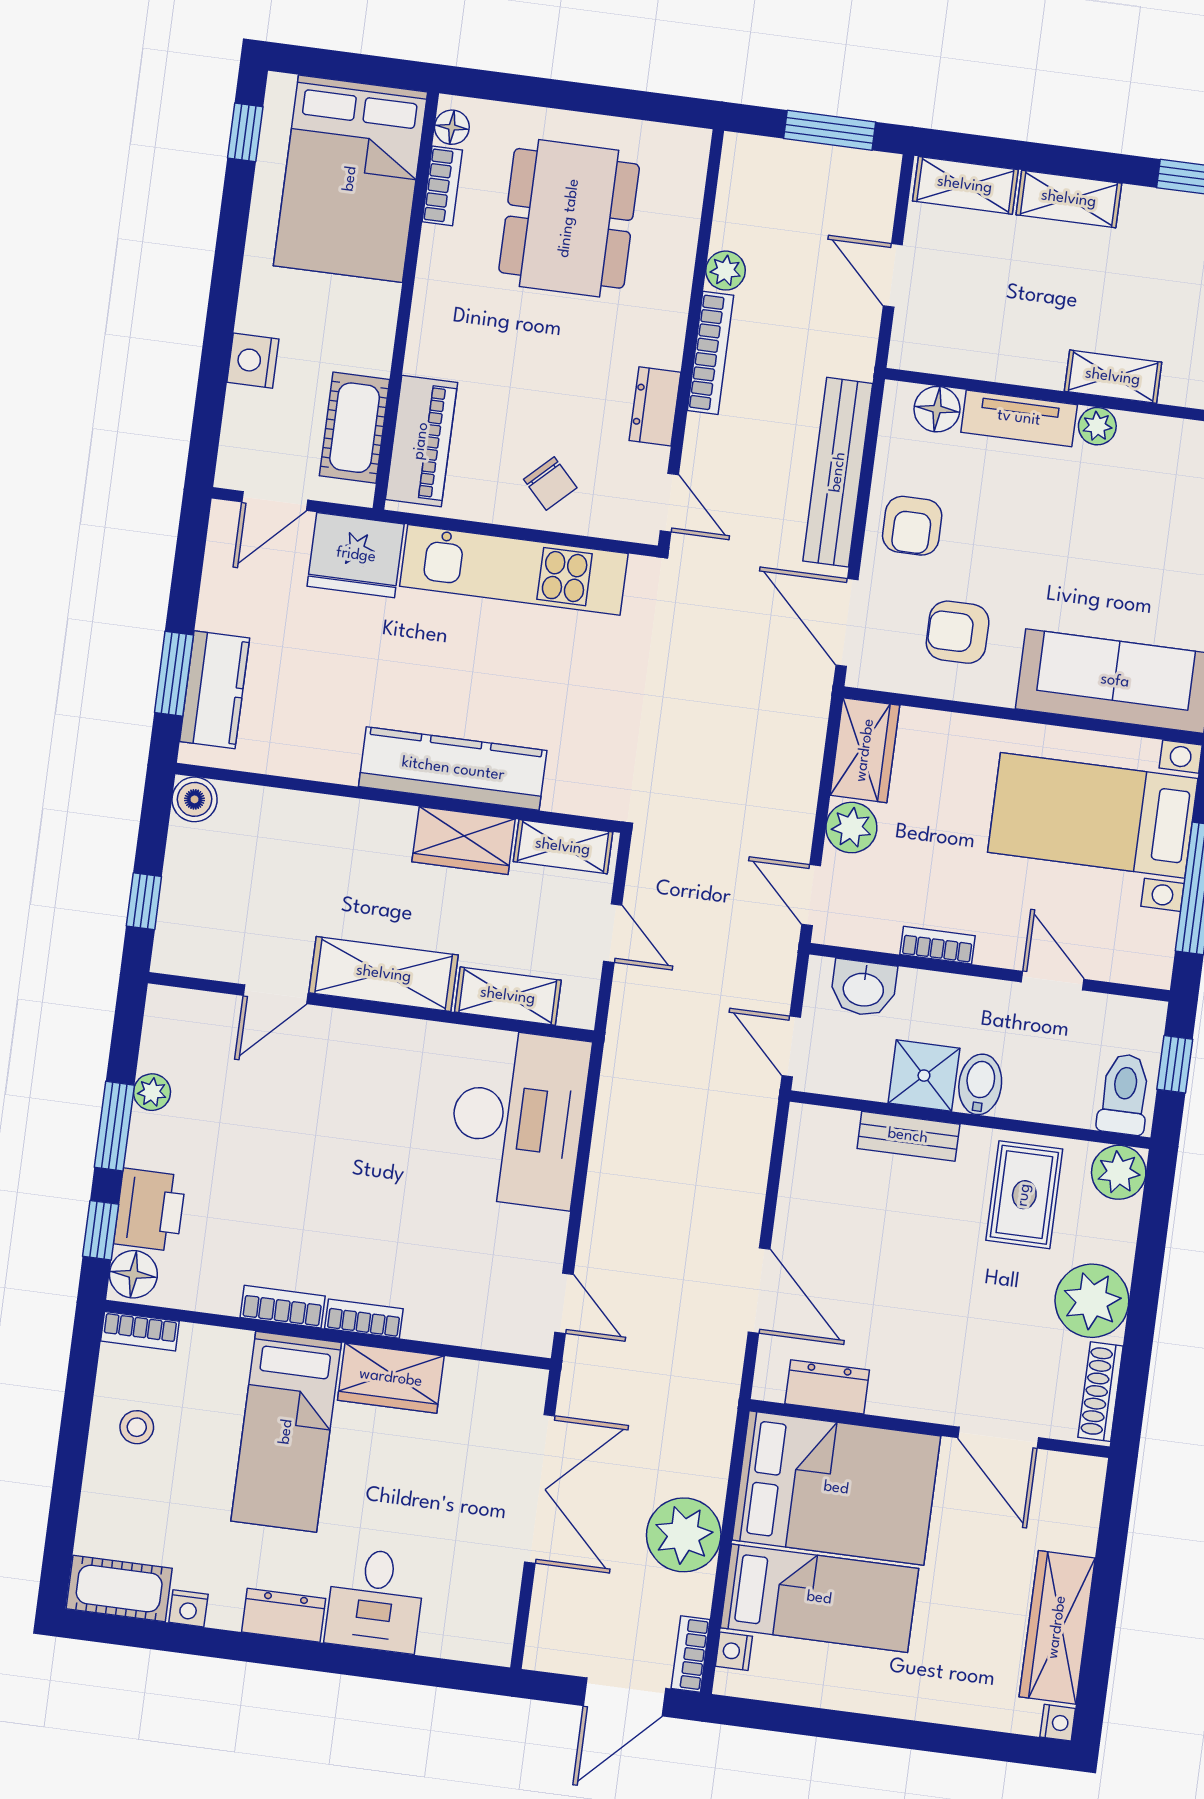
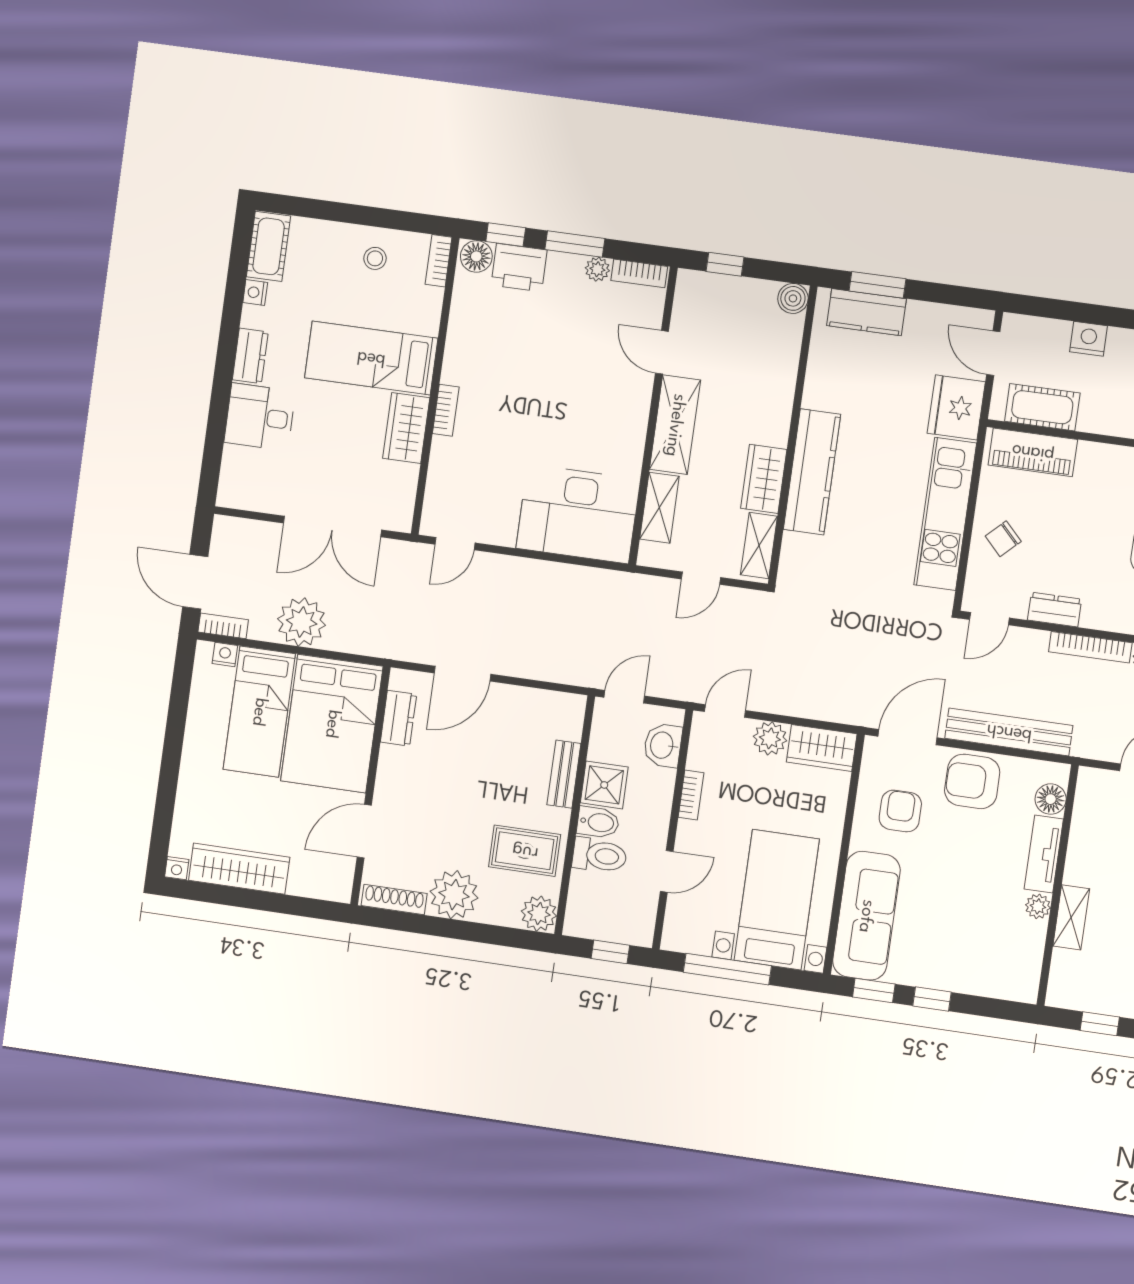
armchair: (912, 526) -> (972, 781), width x1.38, depth x1.38
toilet: (1124, 1094) -> (599, 855), moved
bookcase: (283, 1307) -> (639, 273), moved, turned 90

